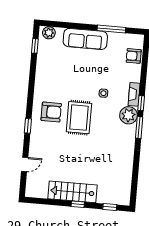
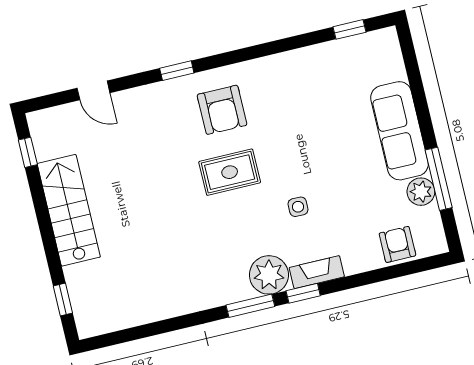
plant: (49, 33) -> (421, 192), moved
rug: (79, 118) -> (230, 172), width x0.73, depth x0.70
window: (78, 204) -> (28, 152), moved

